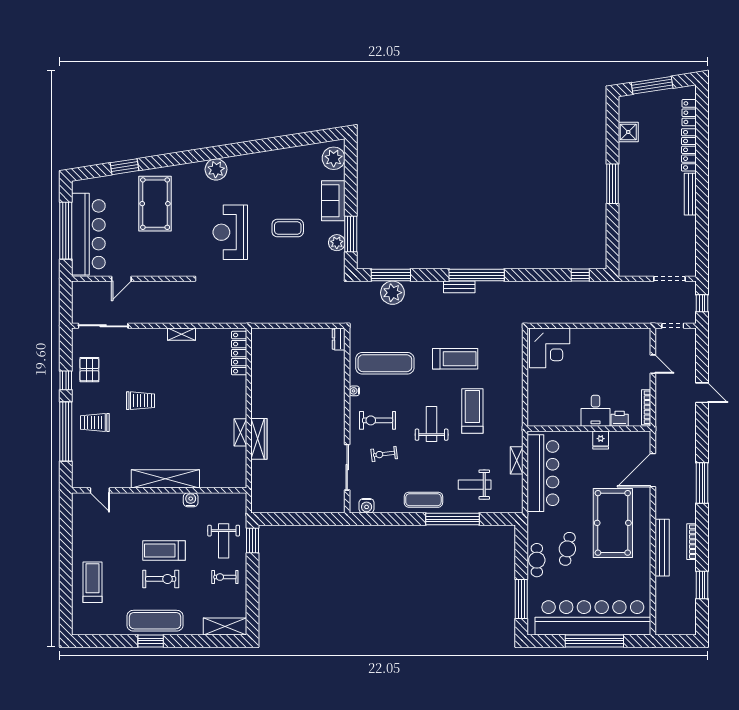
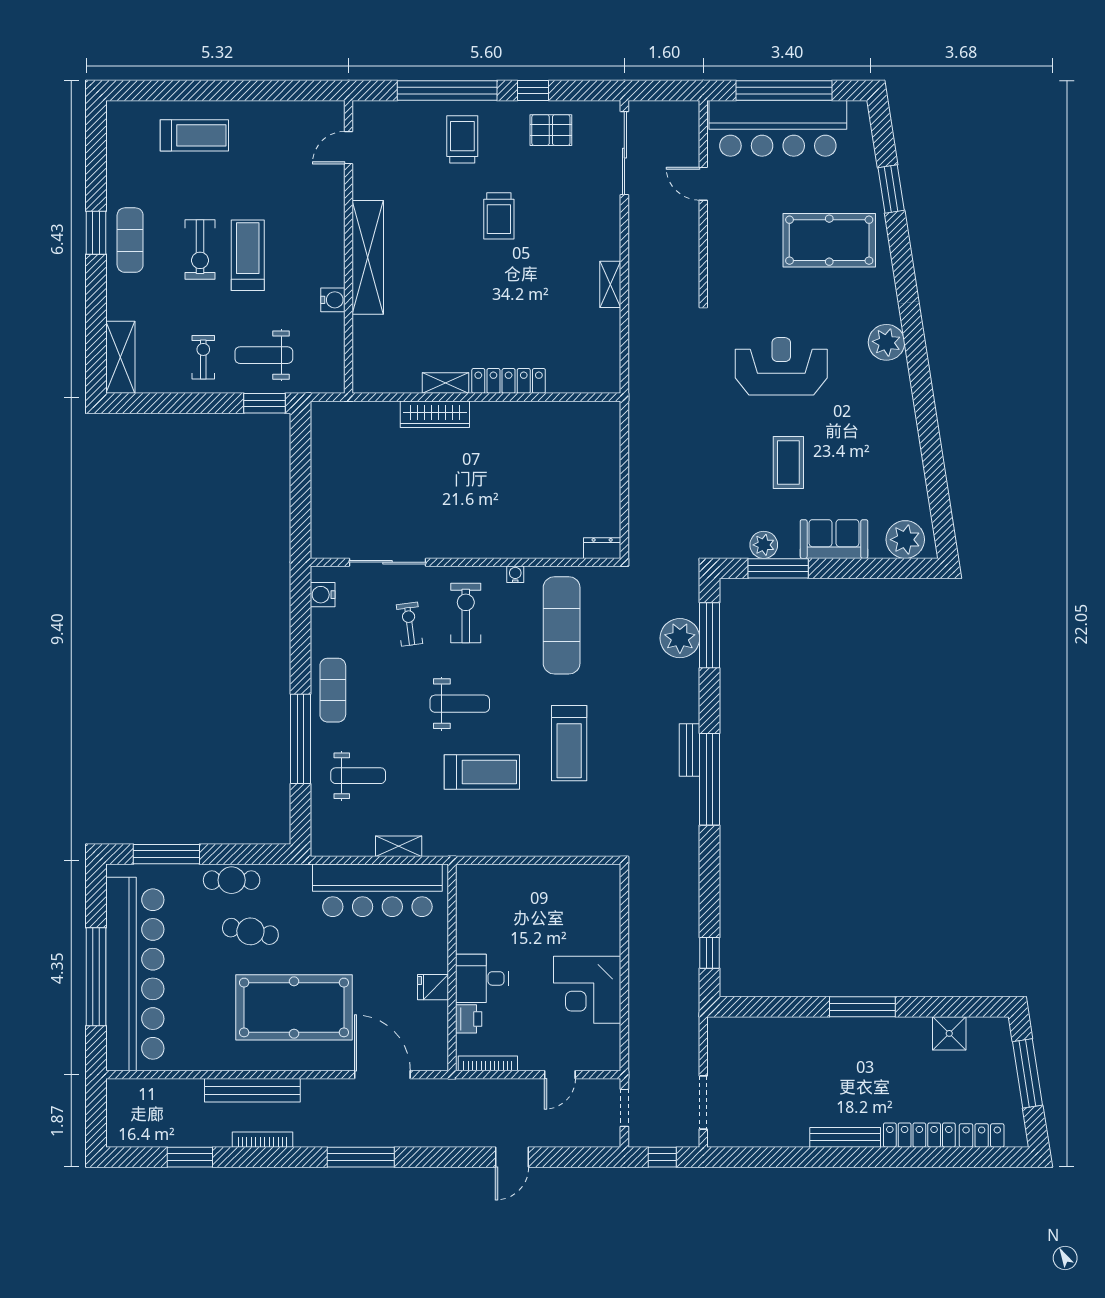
corner desk: (550, 348) -> (587, 990), moved
locker: (239, 353) -> (509, 381), moved
weight bench: (475, 485) -> (358, 776), turned 90
exercise mat: (155, 621) -> (130, 240), width x0.73, depth x0.69

